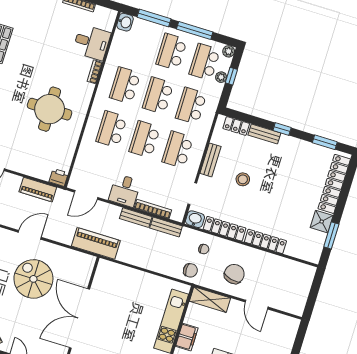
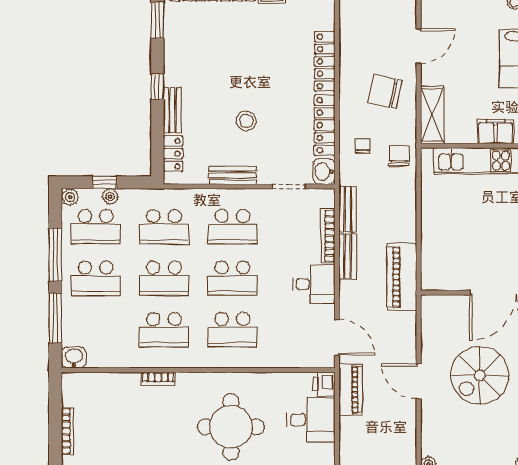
desk: (92, 42) -> (311, 420), moved, turned 90
piano: (38, 190) -> (351, 390), moved
door: (30, 235) -> (419, 381), moved
piano: (96, 243) -> (402, 277), moved

